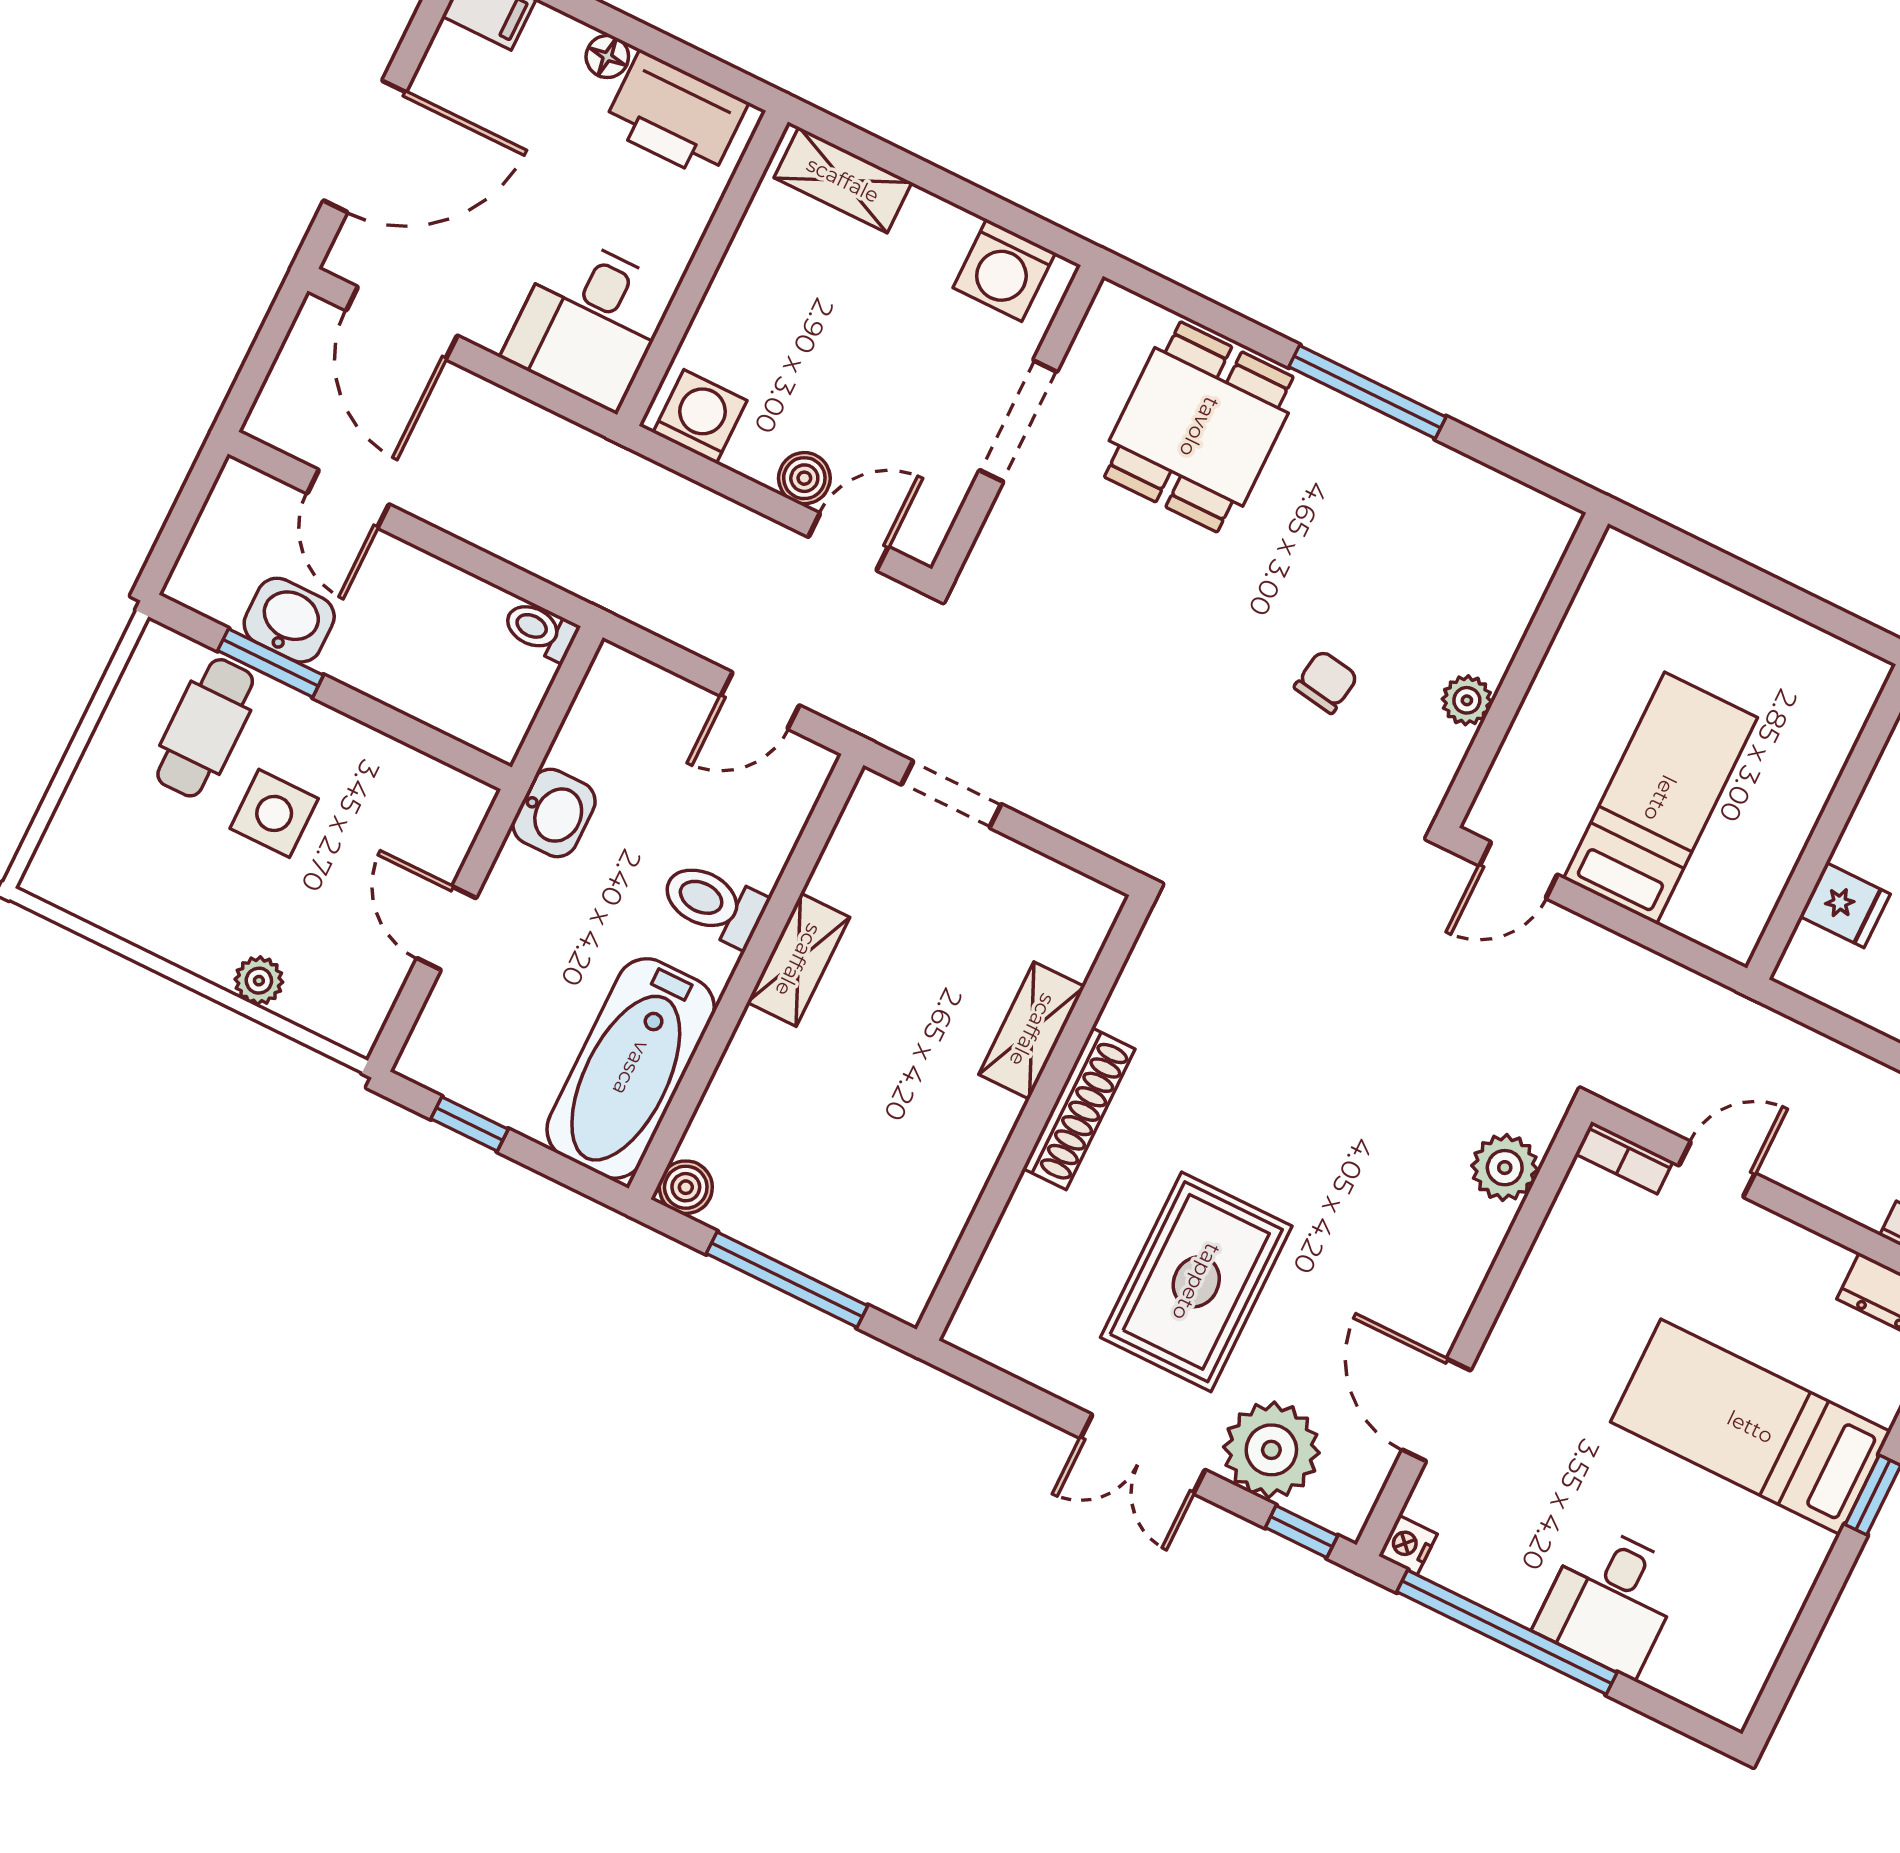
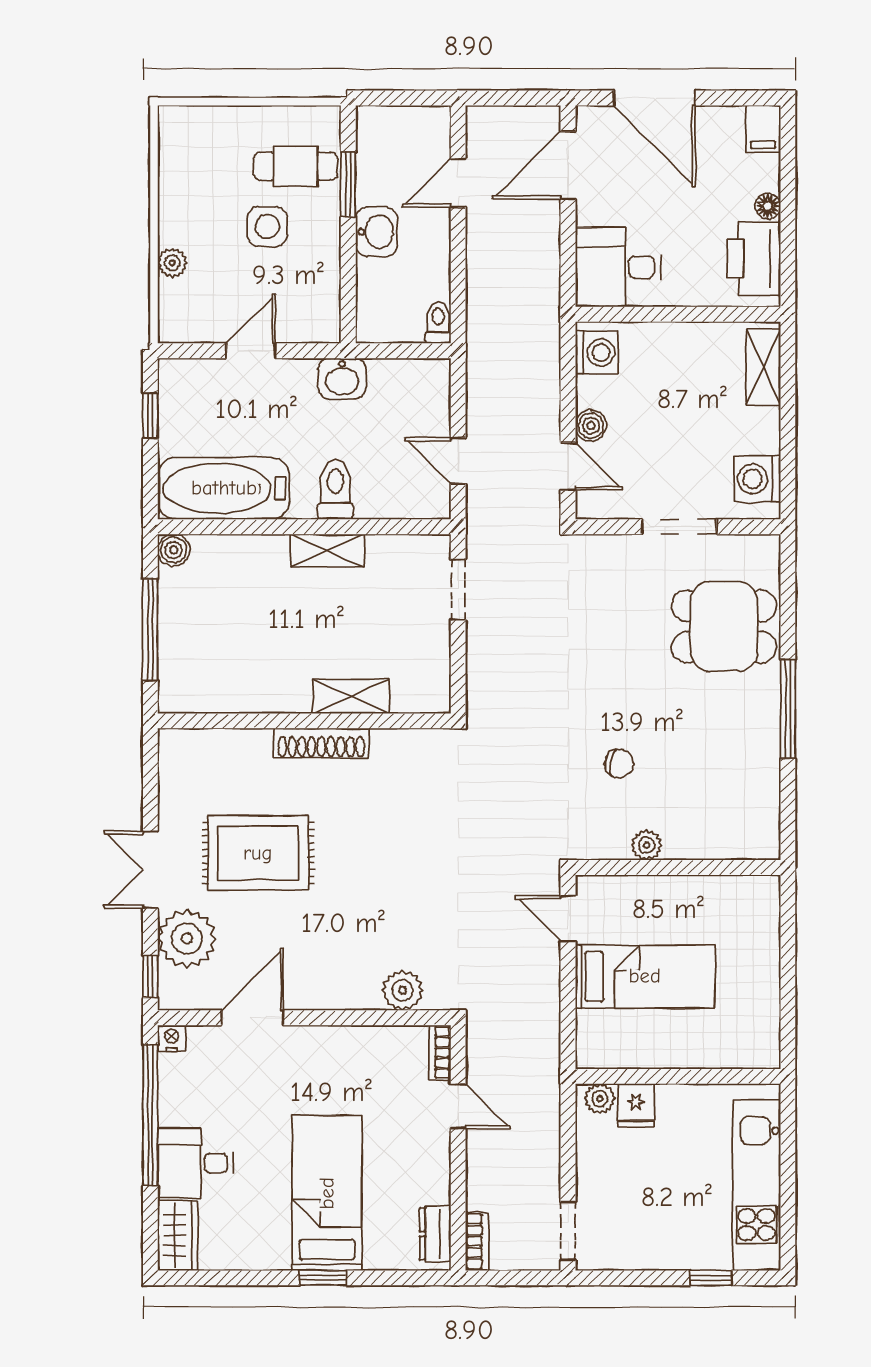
washbasin: (289, 620) -> (376, 232), moved
plant: (1809, 954) -> (600, 1099), added
wardrobe: (1705, 1679) -> (178, 1235), added

